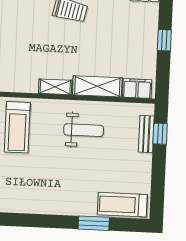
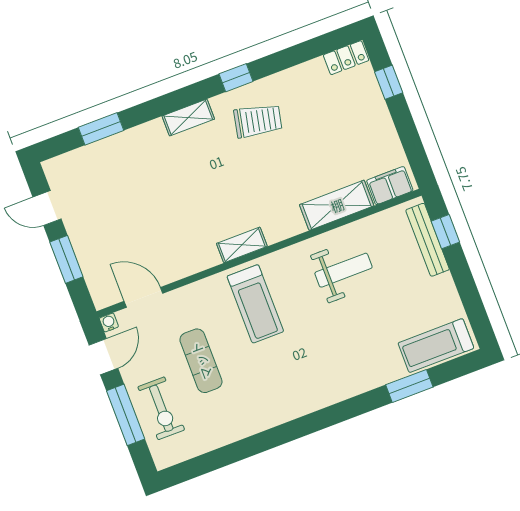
window: (164, 40) -> (389, 82), moved
shelving: (55, 87) -> (242, 245), moved
bench: (146, 134) -> (428, 240), width x1.36

